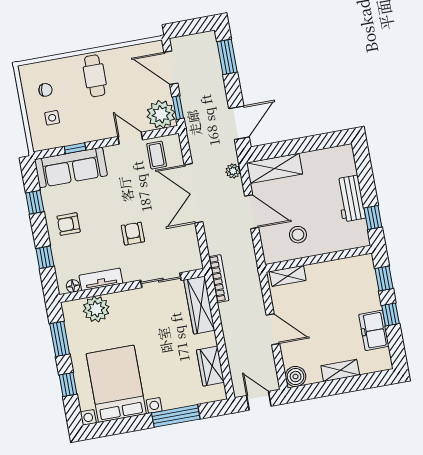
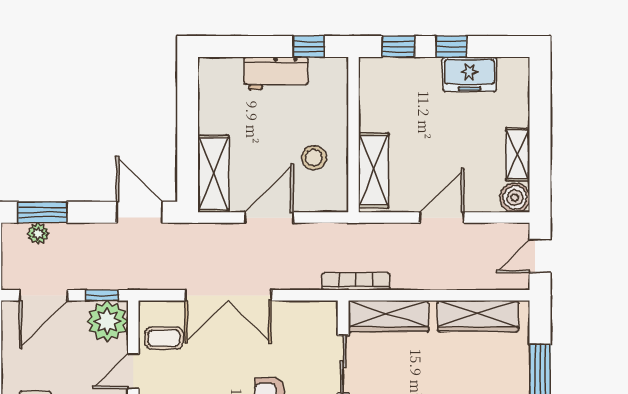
plant: (233, 171) -> (38, 233), moved
shelving: (288, 276) -> (374, 170), width x1.50, depth x1.33
wardrobe: (210, 366) -> (478, 316), width x1.50
shelving: (340, 370) -> (518, 154), moved

